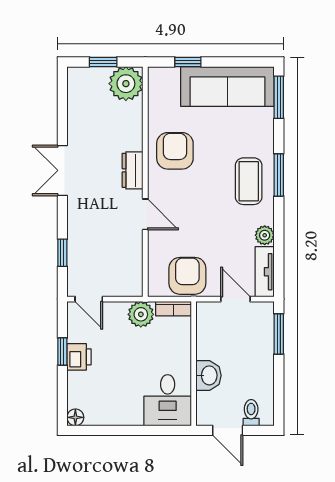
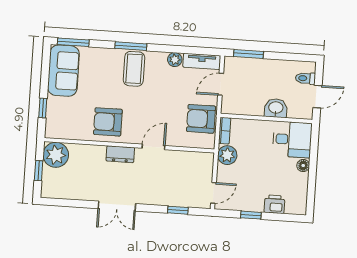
sofa: (227, 86) -> (63, 71), width x0.73
coffee table: (249, 181) -> (134, 69), turned 90
printer: (79, 357) -> (274, 204), moved
floor lamp: (75, 417) -> (303, 166), moved

